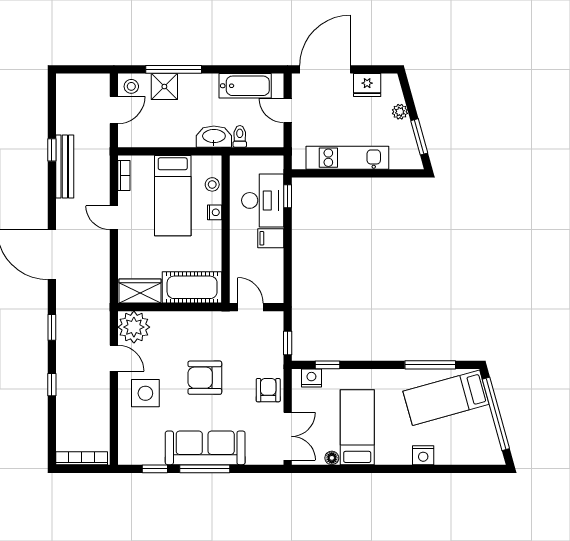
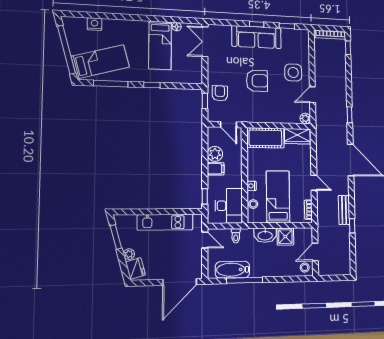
window: (174, 69) -> (245, 280), moved
fridge: (367, 85) -> (135, 269), moved, turned 75
shower: (164, 87) -> (285, 237), moved
door: (288, 111) -> (205, 240), moved
washbasin: (214, 137) -> (265, 235), moved
bench: (65, 166) -> (344, 210), width x0.73
desk: (263, 200) -> (229, 206), moved, turned 180
plant: (272, 261) -> (215, 154), added
plant: (134, 327) -> (305, 118), width x0.53, depth x0.53
door: (114, 358) -> (312, 95), hinge flipped
window: (328, 365) -> (152, 85), moved
nightstand: (311, 378) -> (190, 78), removed
window: (52, 385) -> (348, 48), moved
armchair: (268, 390) -> (220, 93), moved, turned 180
nightstand: (423, 455) -> (95, 24), moved
window: (205, 469) -> (257, 24), width x0.46

